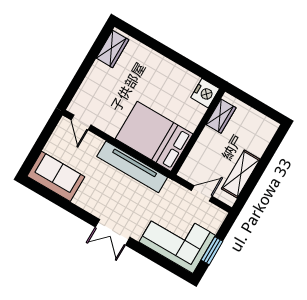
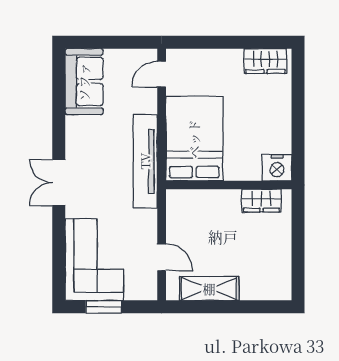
nightstand: (205, 93) -> (277, 168), moved
wardrobe: (221, 116) -> (261, 201), moved
wall: (198, 132) -> (229, 185), moved
bed: (154, 136) -> (194, 139), moved

